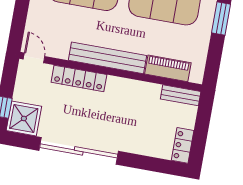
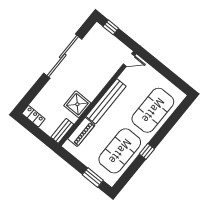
locker: (79, 78) -> (103, 79), removed
shower: (24, 118) -> (77, 104), moved

